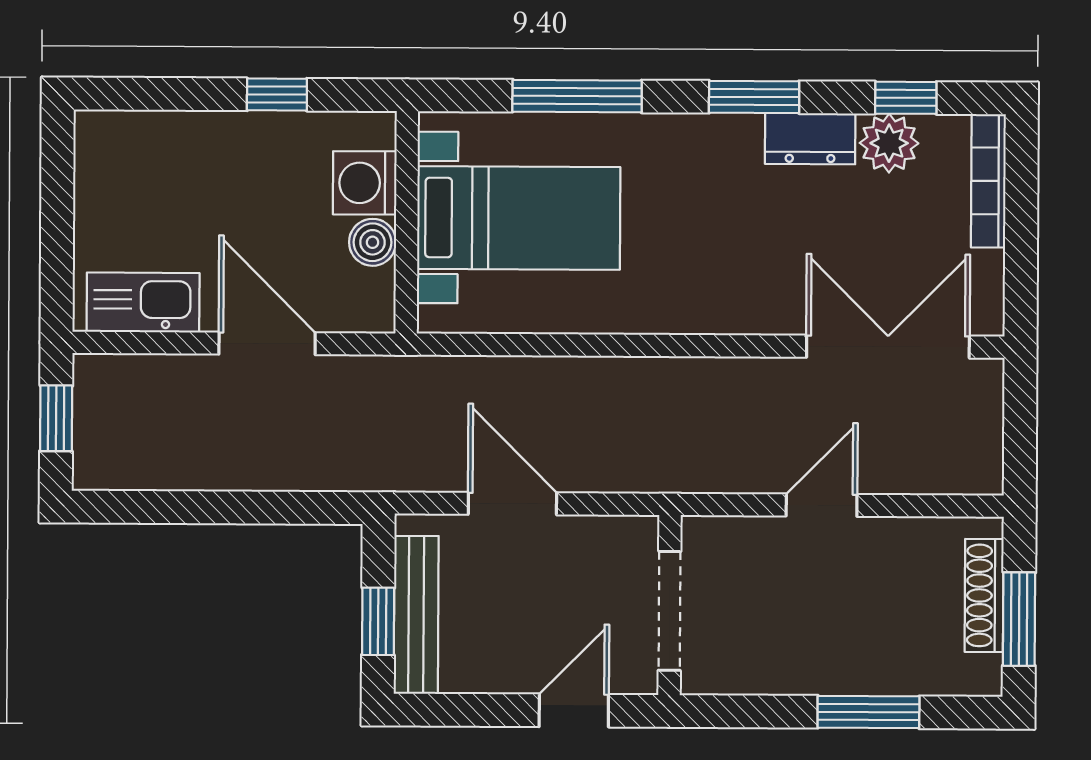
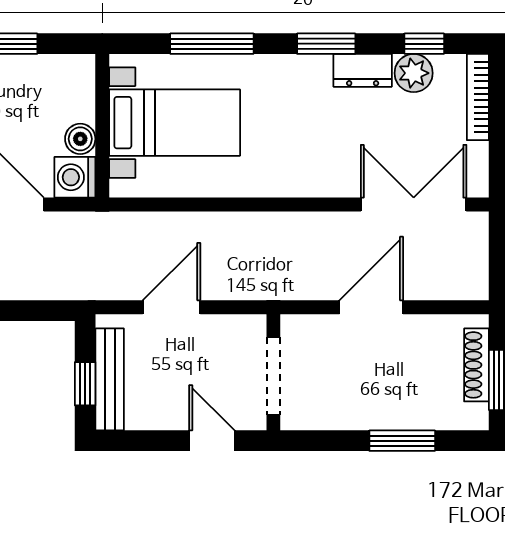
washing machine: (365, 183) -> (75, 177), moved
door: (512, 504) -> (172, 307), hinge flipped
door: (822, 505) -> (371, 307), width x1.38
door: (574, 710) -> (212, 441), hinge flipped

